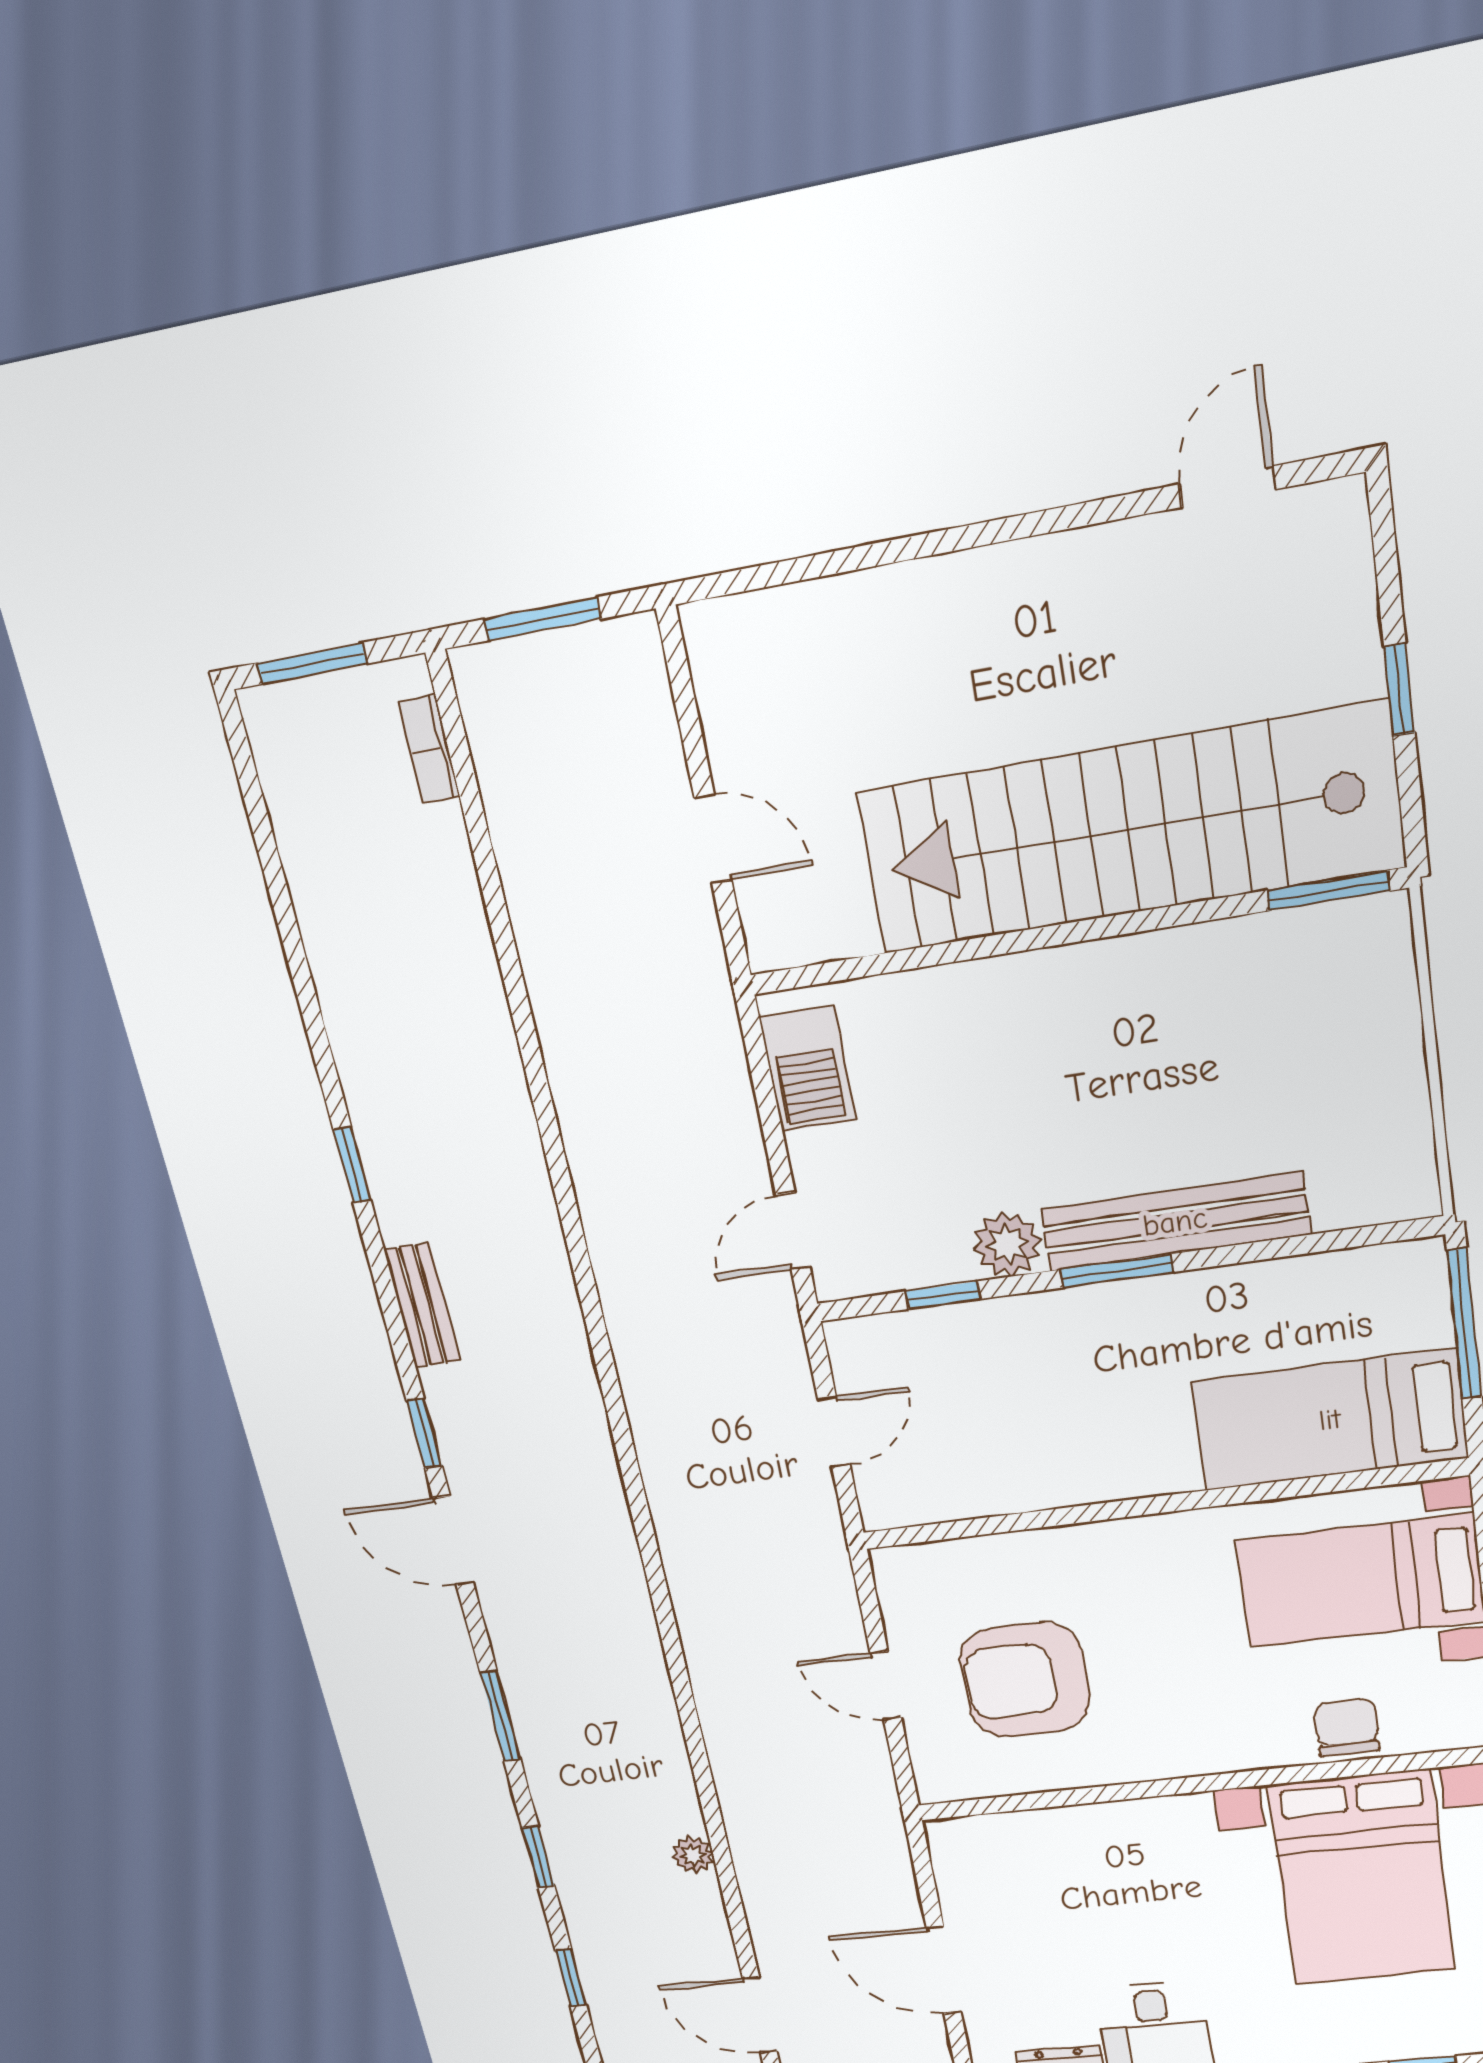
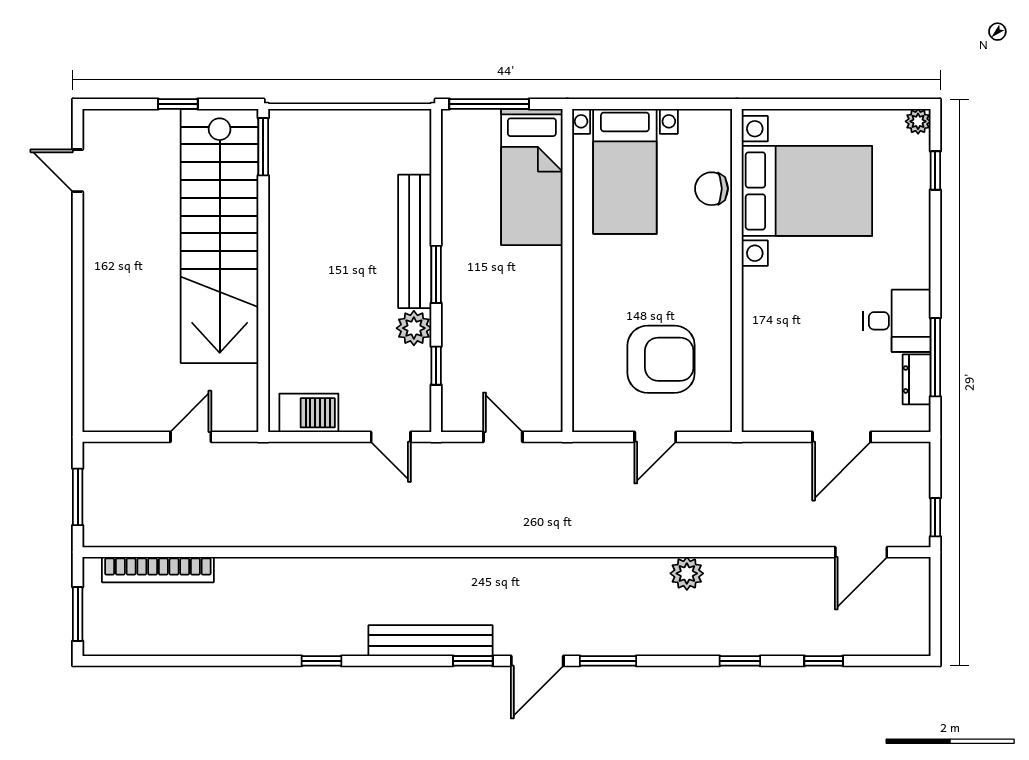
bookcase: (429, 750) -> (158, 570), width x2.31, depth x1.31
bench: (422, 1305) -> (431, 641), width x1.86, depth x1.21
armchair: (1025, 1680) -> (661, 359), turned -90
window: (500, 1716) -> (608, 661), moved
plant: (693, 1855) -> (687, 573), moved, width x1.38, depth x1.38

